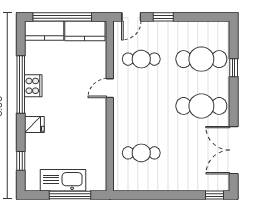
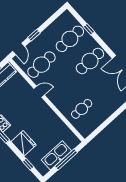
cafe table: (141, 59) -> (41, 65), width x1.37, depth x1.35
door: (110, 88) -> (39, 92), swing flipped
fridge: (34, 125) -> (24, 143), width x1.88, depth x1.34

